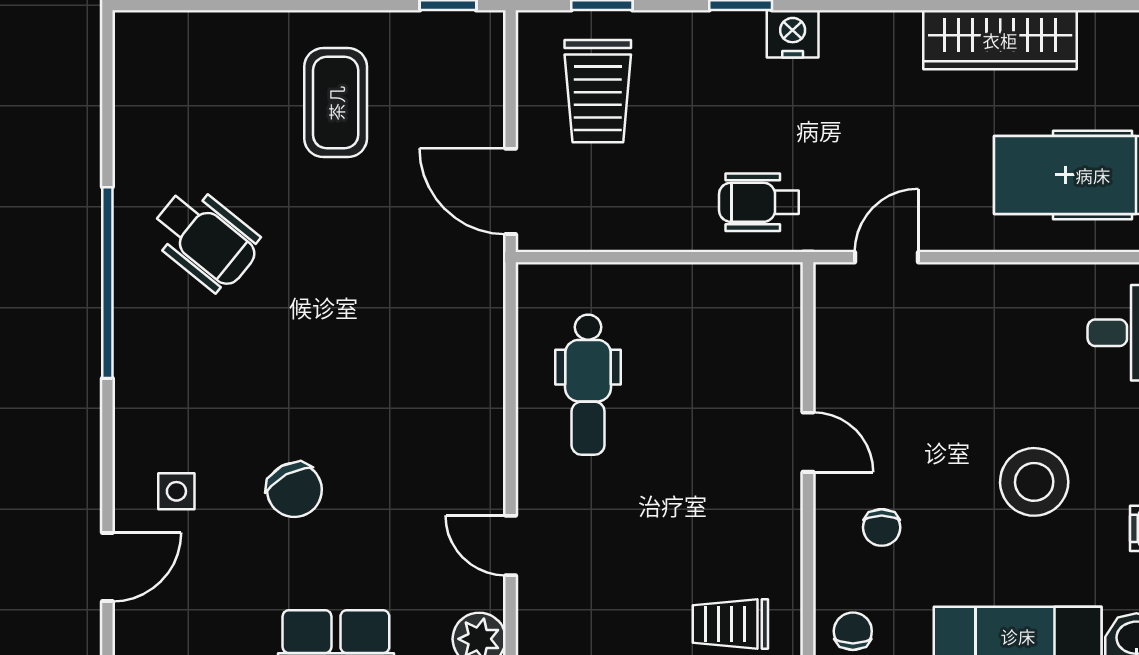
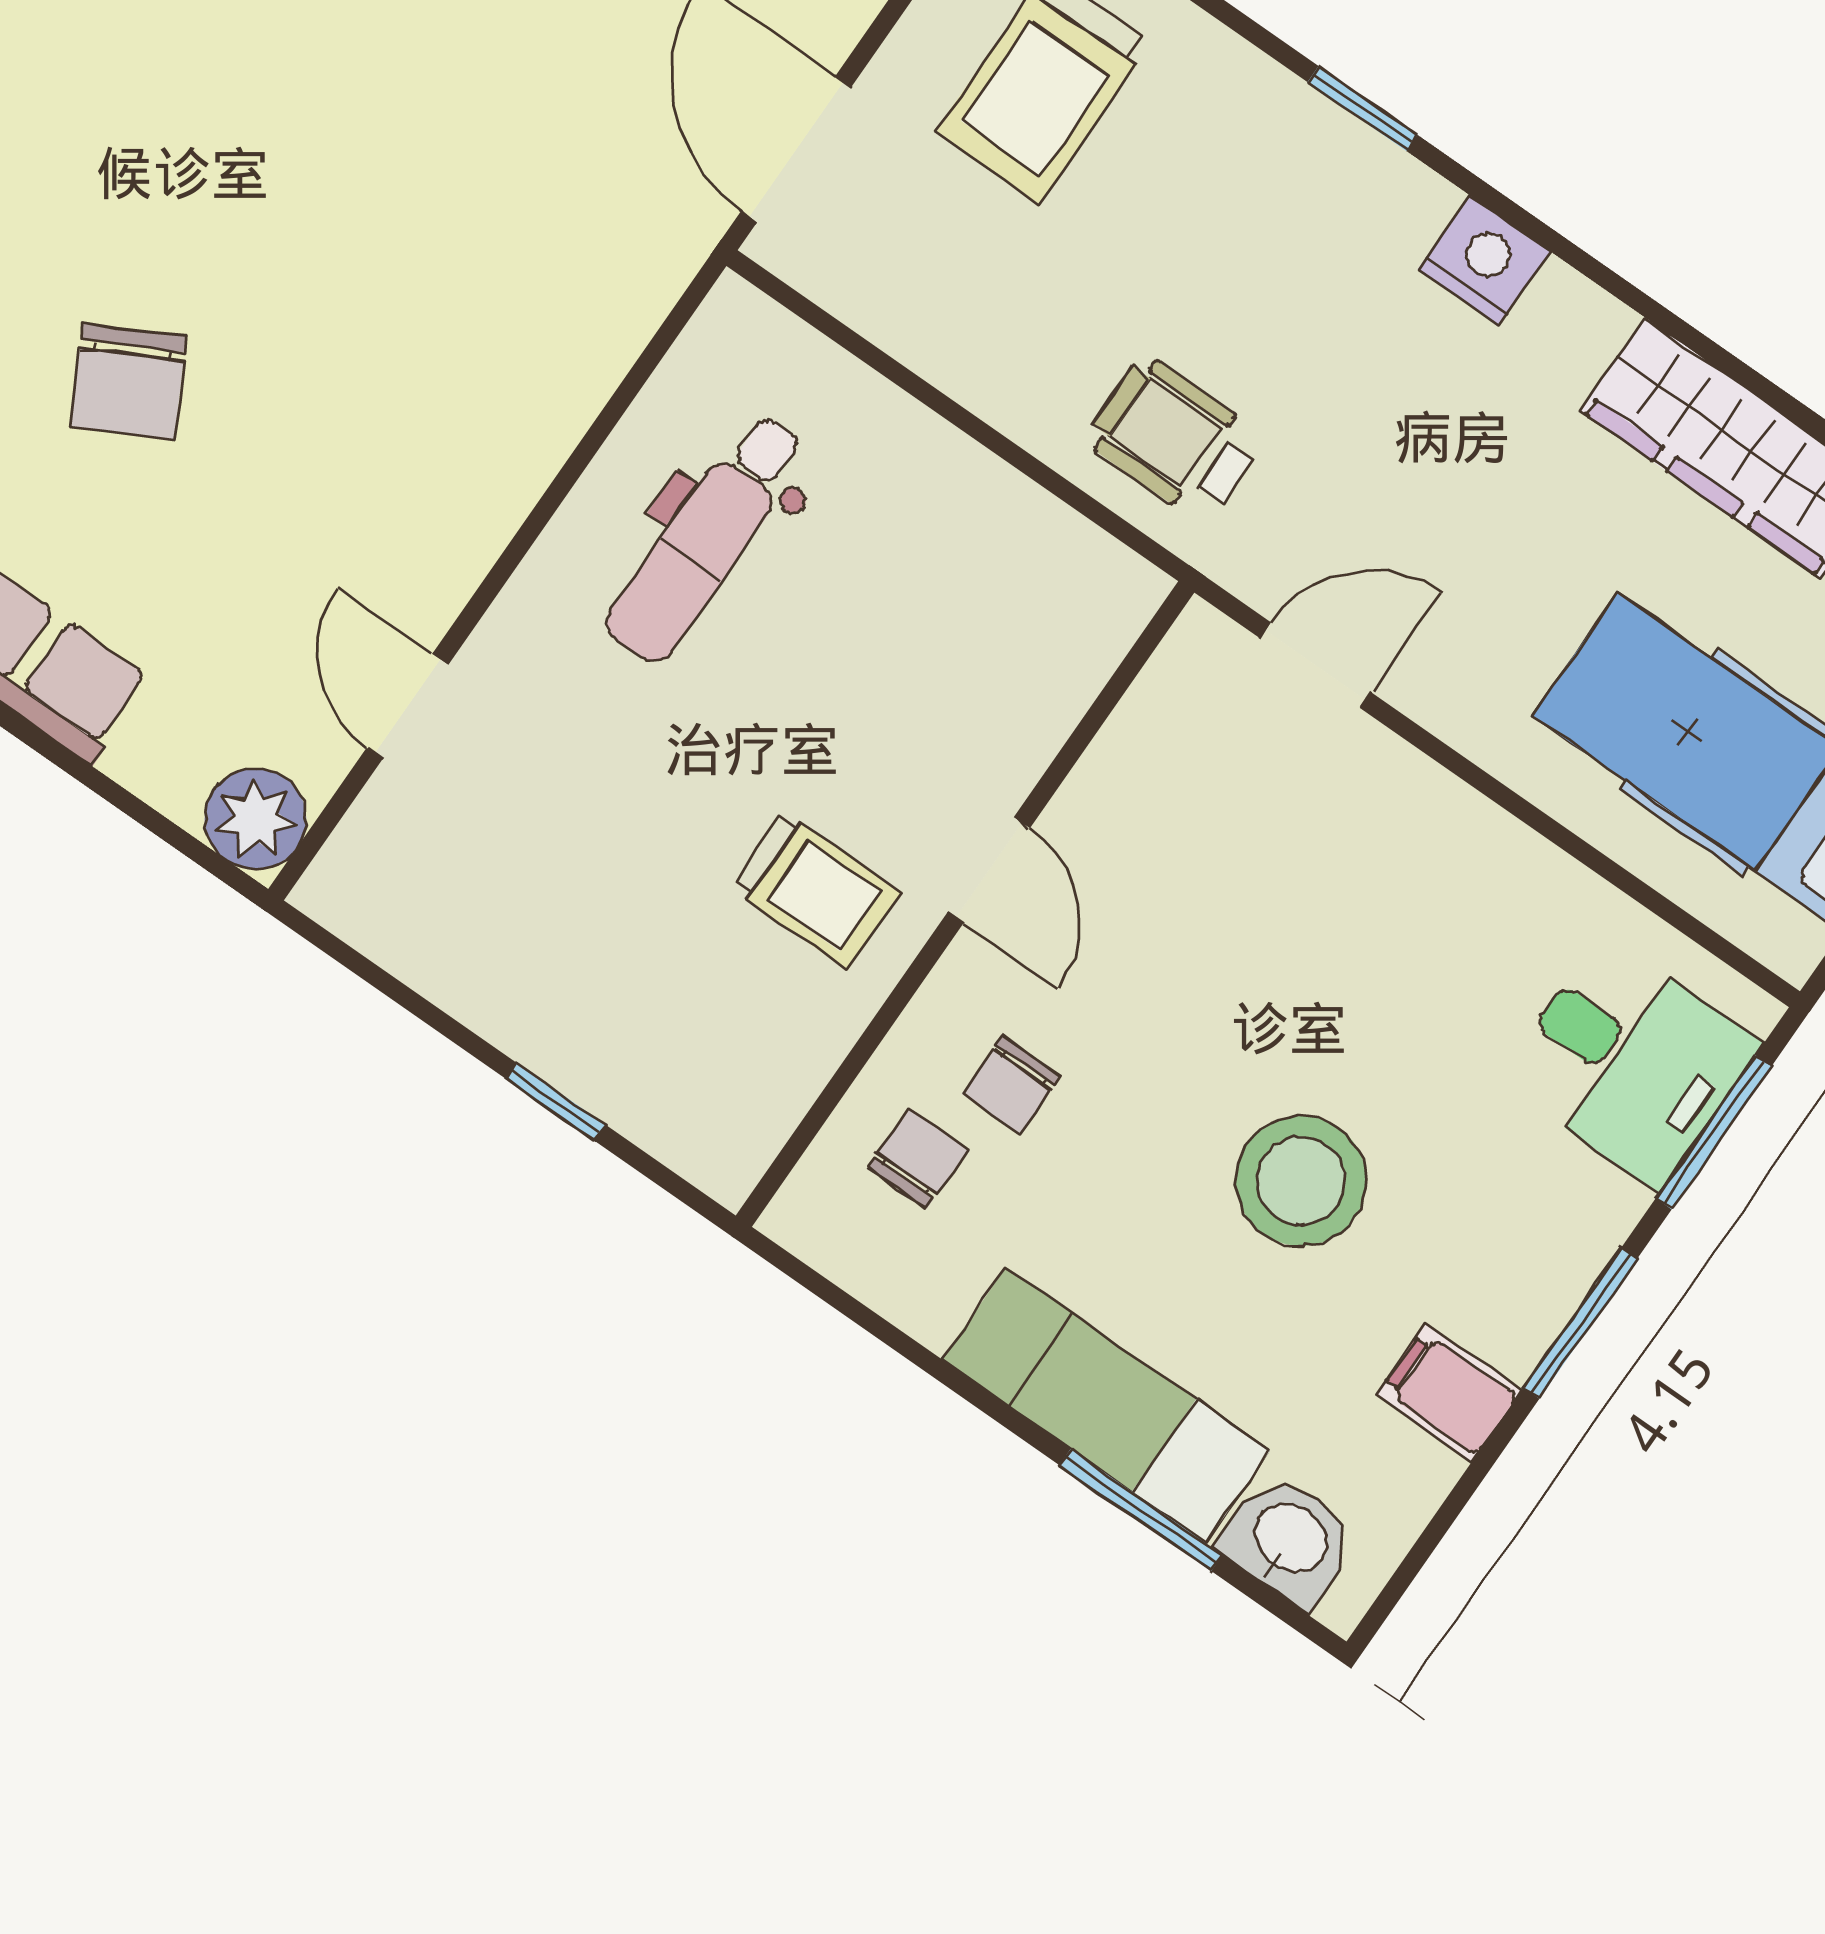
nightstand: (793, 34) -> (1484, 260), moved
trolley: (730, 624) -> (816, 890), moved, turned 180
chair: (853, 631) -> (918, 1158), moved

